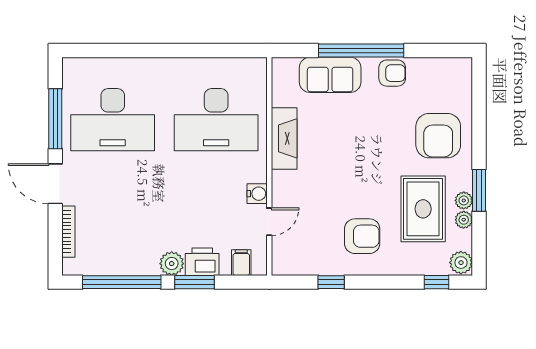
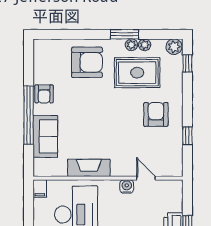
armchair: (392, 73) -> (44, 94), turned 180
filing cabinet: (241, 263) -> (40, 188), moved, turned -90

